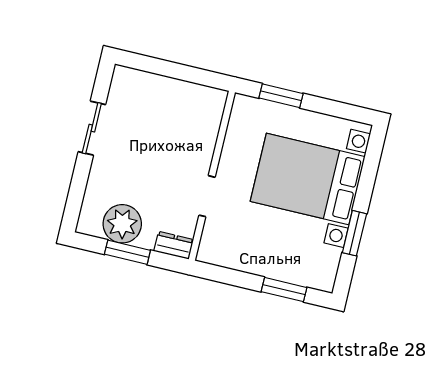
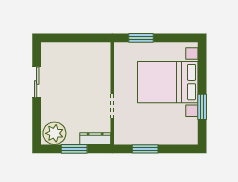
plant: (122, 224) -> (54, 133), moved
dresser: (174, 245) -> (95, 139), width x1.44
window: (284, 290) -> (145, 149), moved

